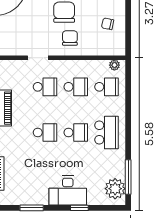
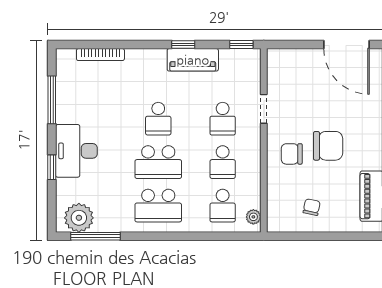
chair: (70, 38) -> (292, 154), turned 180
school desk: (76, 132) -> (158, 162), width x1.85
window: (32, 208) -> (52, 100), width x1.44

